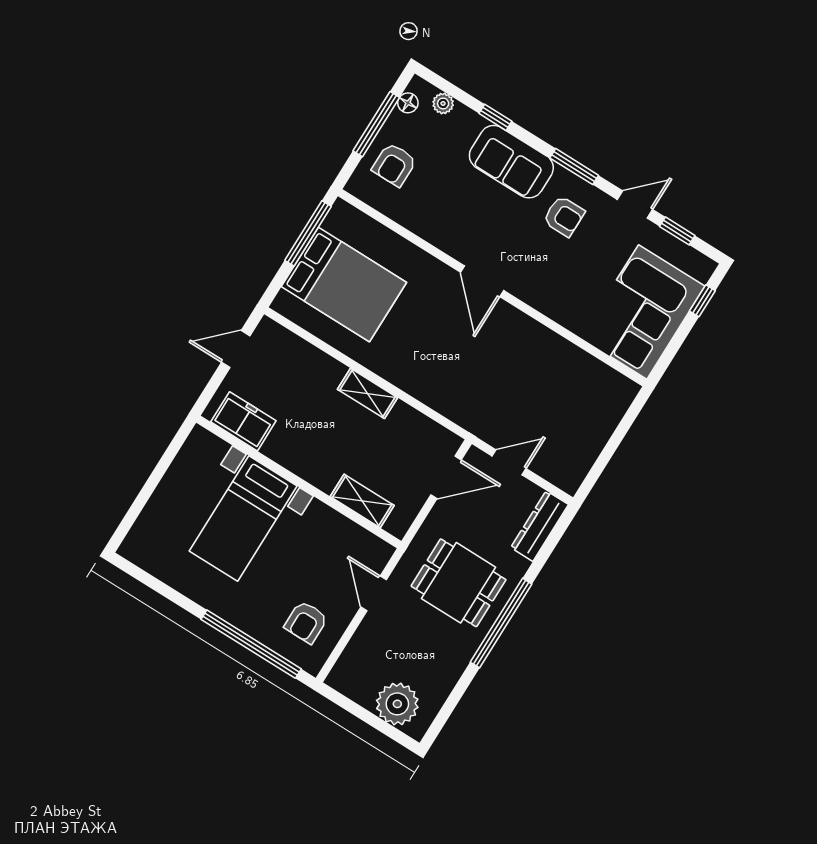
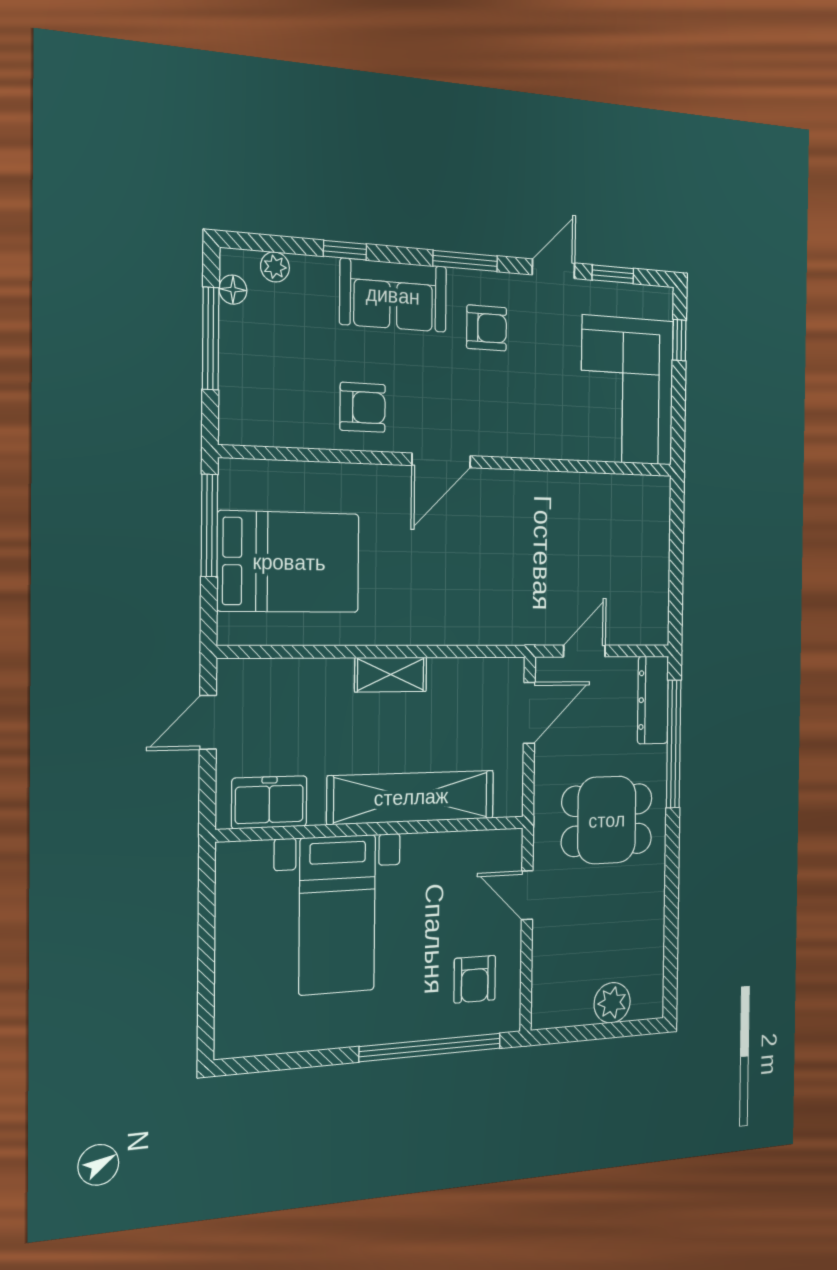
armchair: (394, 165) -> (363, 407), moved, turned -90
door: (482, 281) -> (441, 461), hinge flipped
shelving: (362, 501) -> (411, 797), width x2.20, depth x1.33
window: (501, 623) -> (674, 744), moved
plant: (397, 704) -> (612, 1003), width x0.73, depth x0.73

